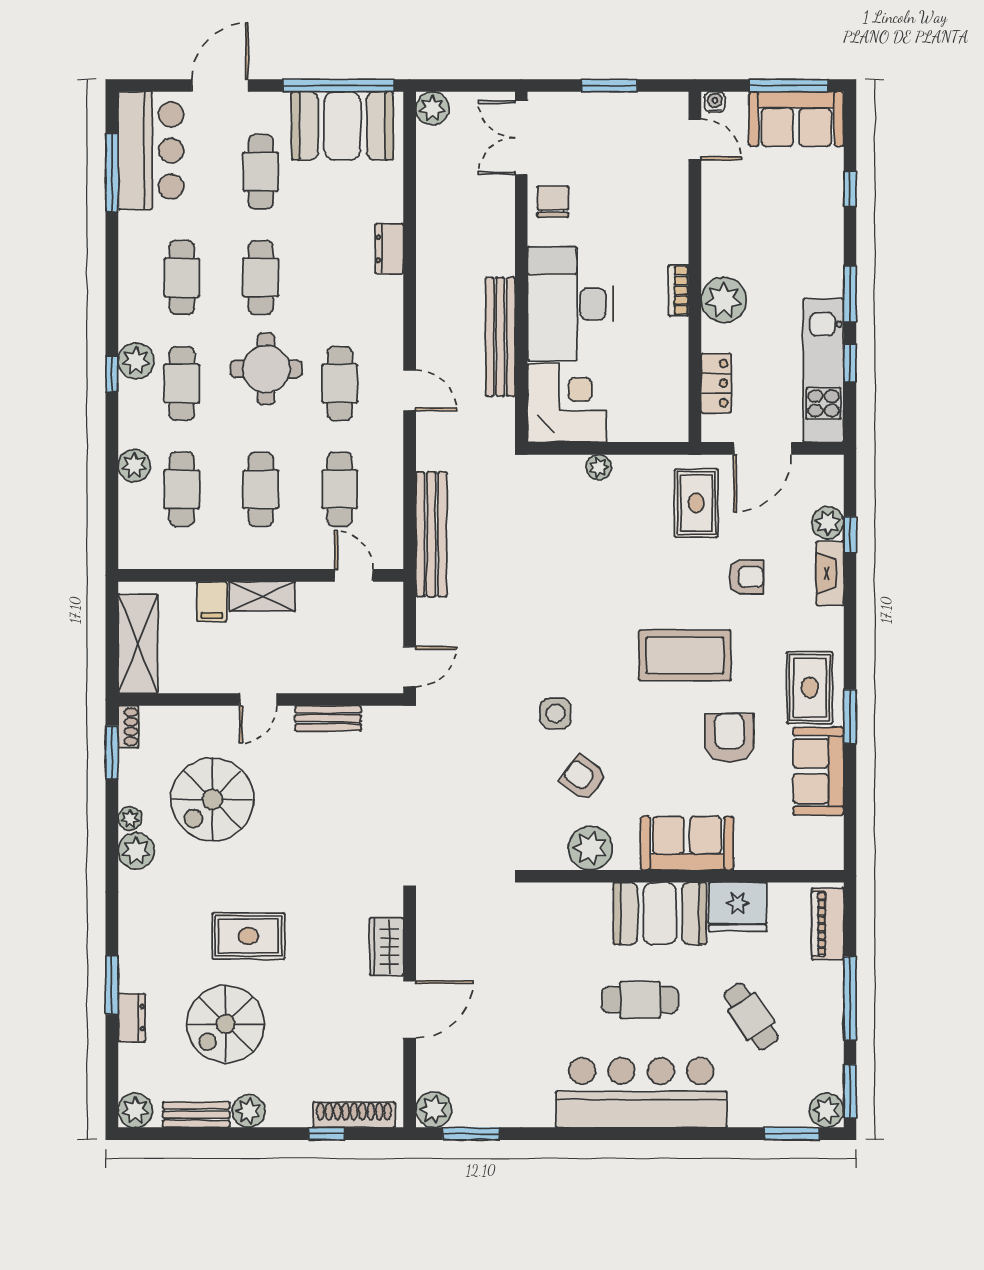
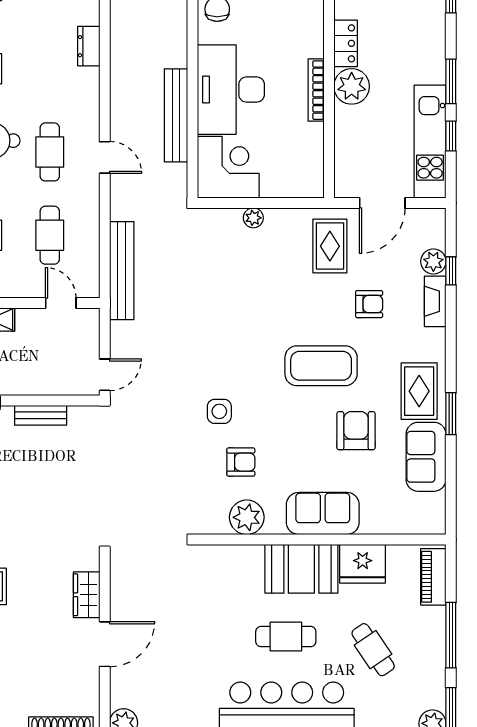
bookcase: (679, 290) -> (316, 90), width x1.56
locker: (716, 383) -> (346, 43), moved
armchair: (583, 778) -> (241, 462), turned 143

